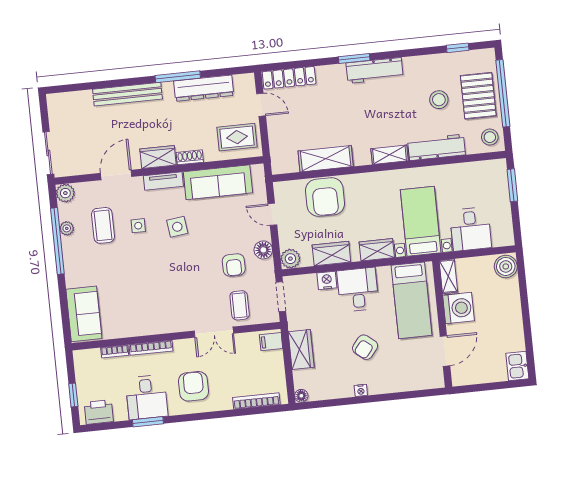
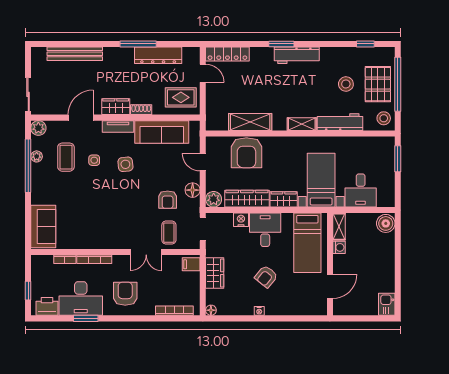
bench: (127, 94) -> (75, 54), moved
wardrobe: (331, 254) -> (247, 199), width x1.50
washing machine: (459, 308) -> (339, 247), width x0.53, depth x0.53
desk: (147, 397) -> (81, 298), width x1.37

